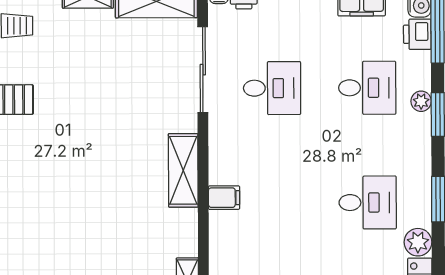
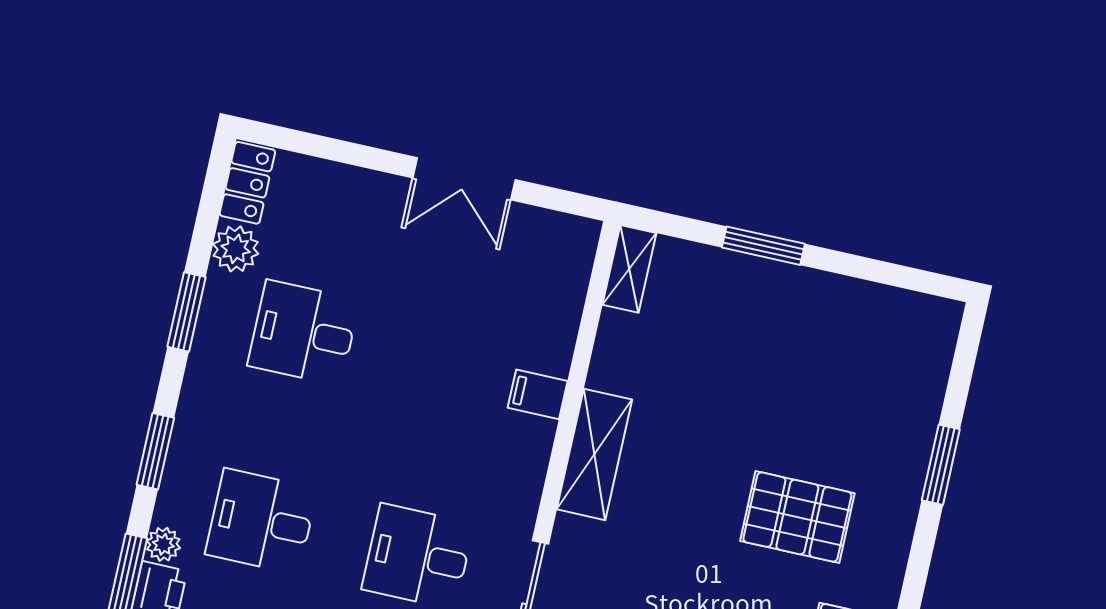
plant: (421, 101) -> (163, 544), moved
pallet: (58, 161) -> (797, 517), added

